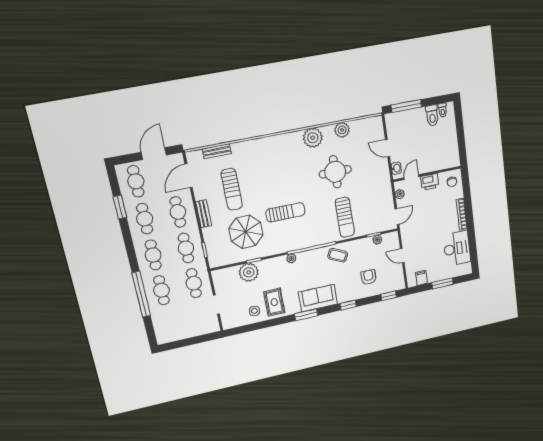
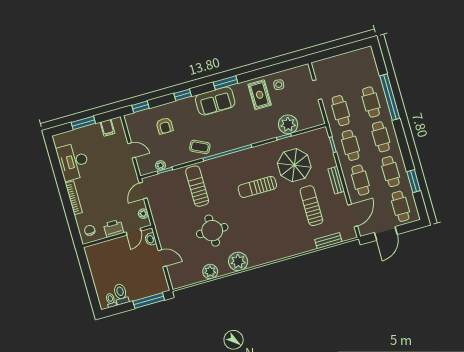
plant: (291, 258) -> (247, 141), removed

